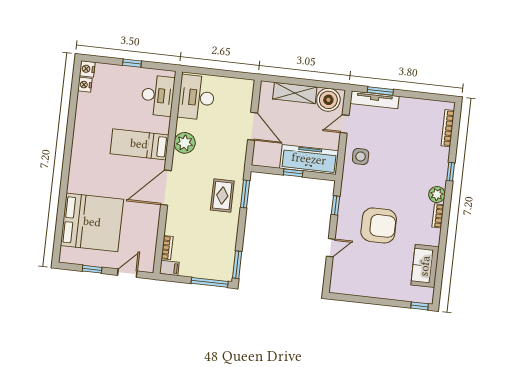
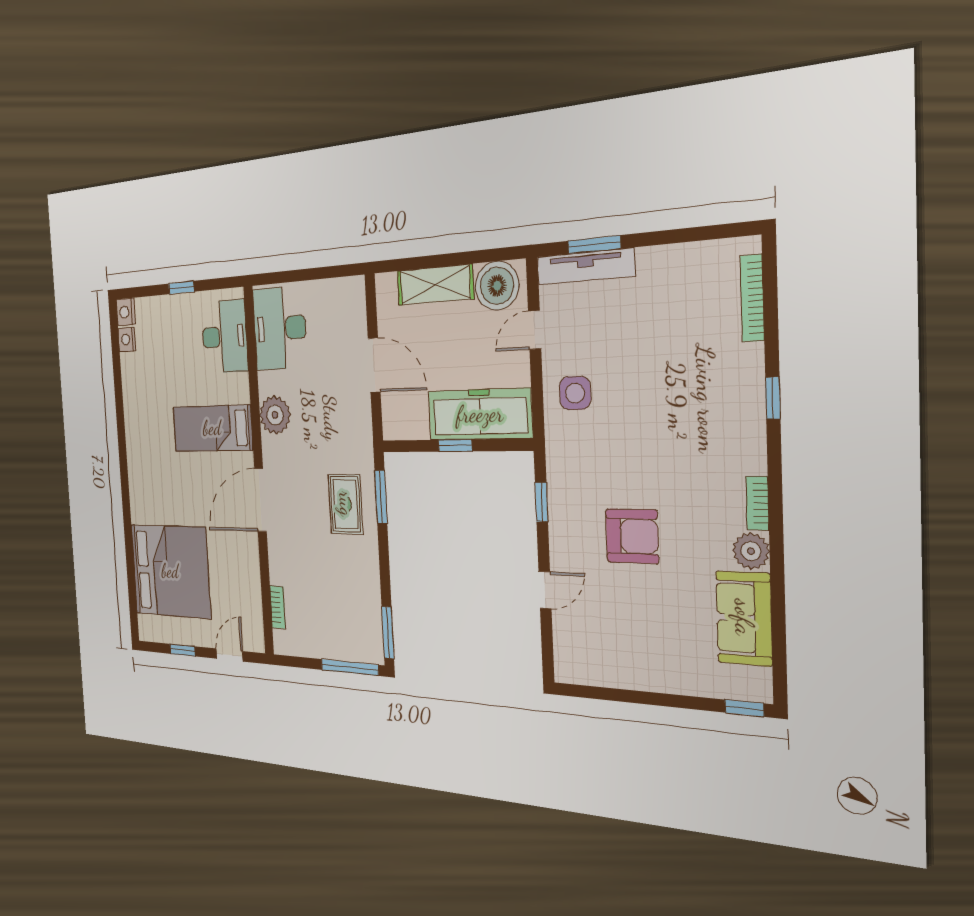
plant: (437, 194) -> (751, 551), moved
armchair: (379, 225) -> (632, 536), width x0.73, depth x0.73
filing cabinet: (169, 268) -> (286, 643), removed

